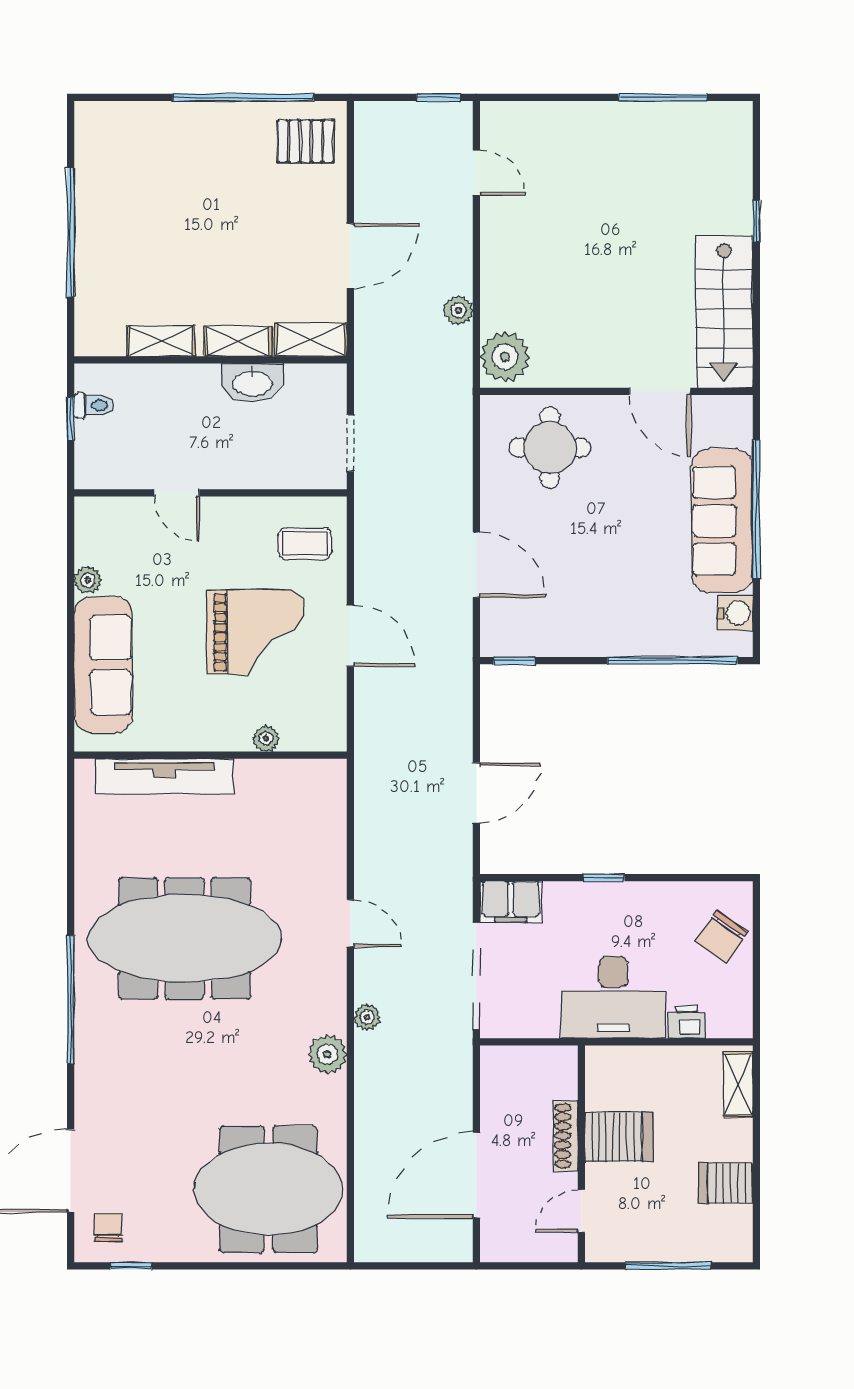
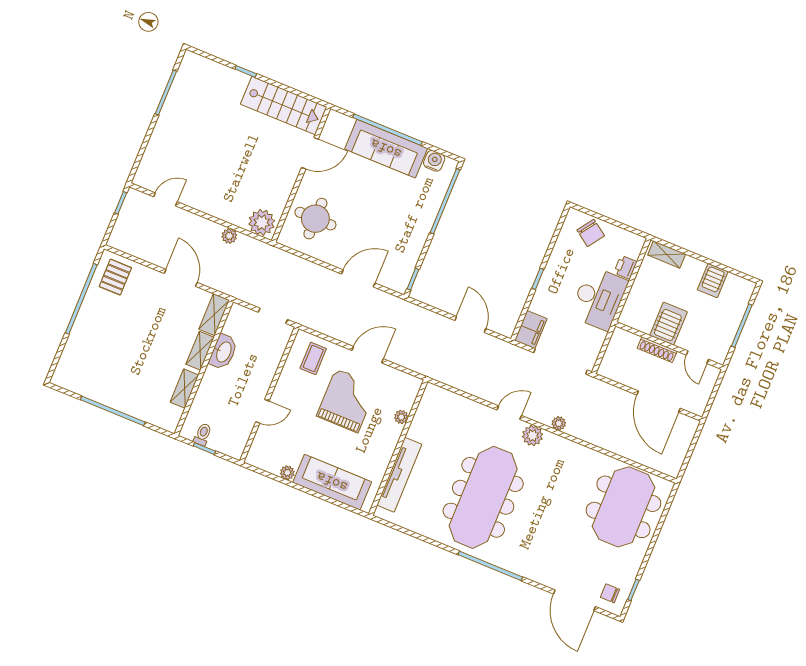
plant: (327, 1054) -> (533, 436), moved

